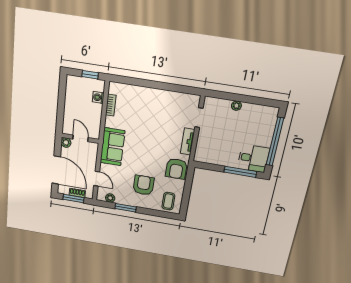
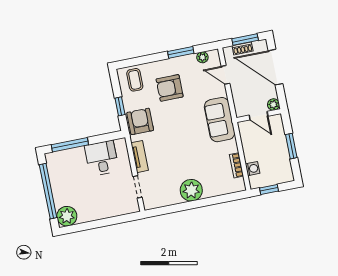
plant: (155, 98) -> (191, 190), added
window: (61, 104) -> (291, 146), added
plant: (236, 106) -> (67, 216), moved, width x1.88, depth x1.88
desk: (253, 158) -> (102, 158), moved, turned 90
armchair: (144, 185) -> (170, 88), turned 90
window: (188, 186) -> (120, 106), added

